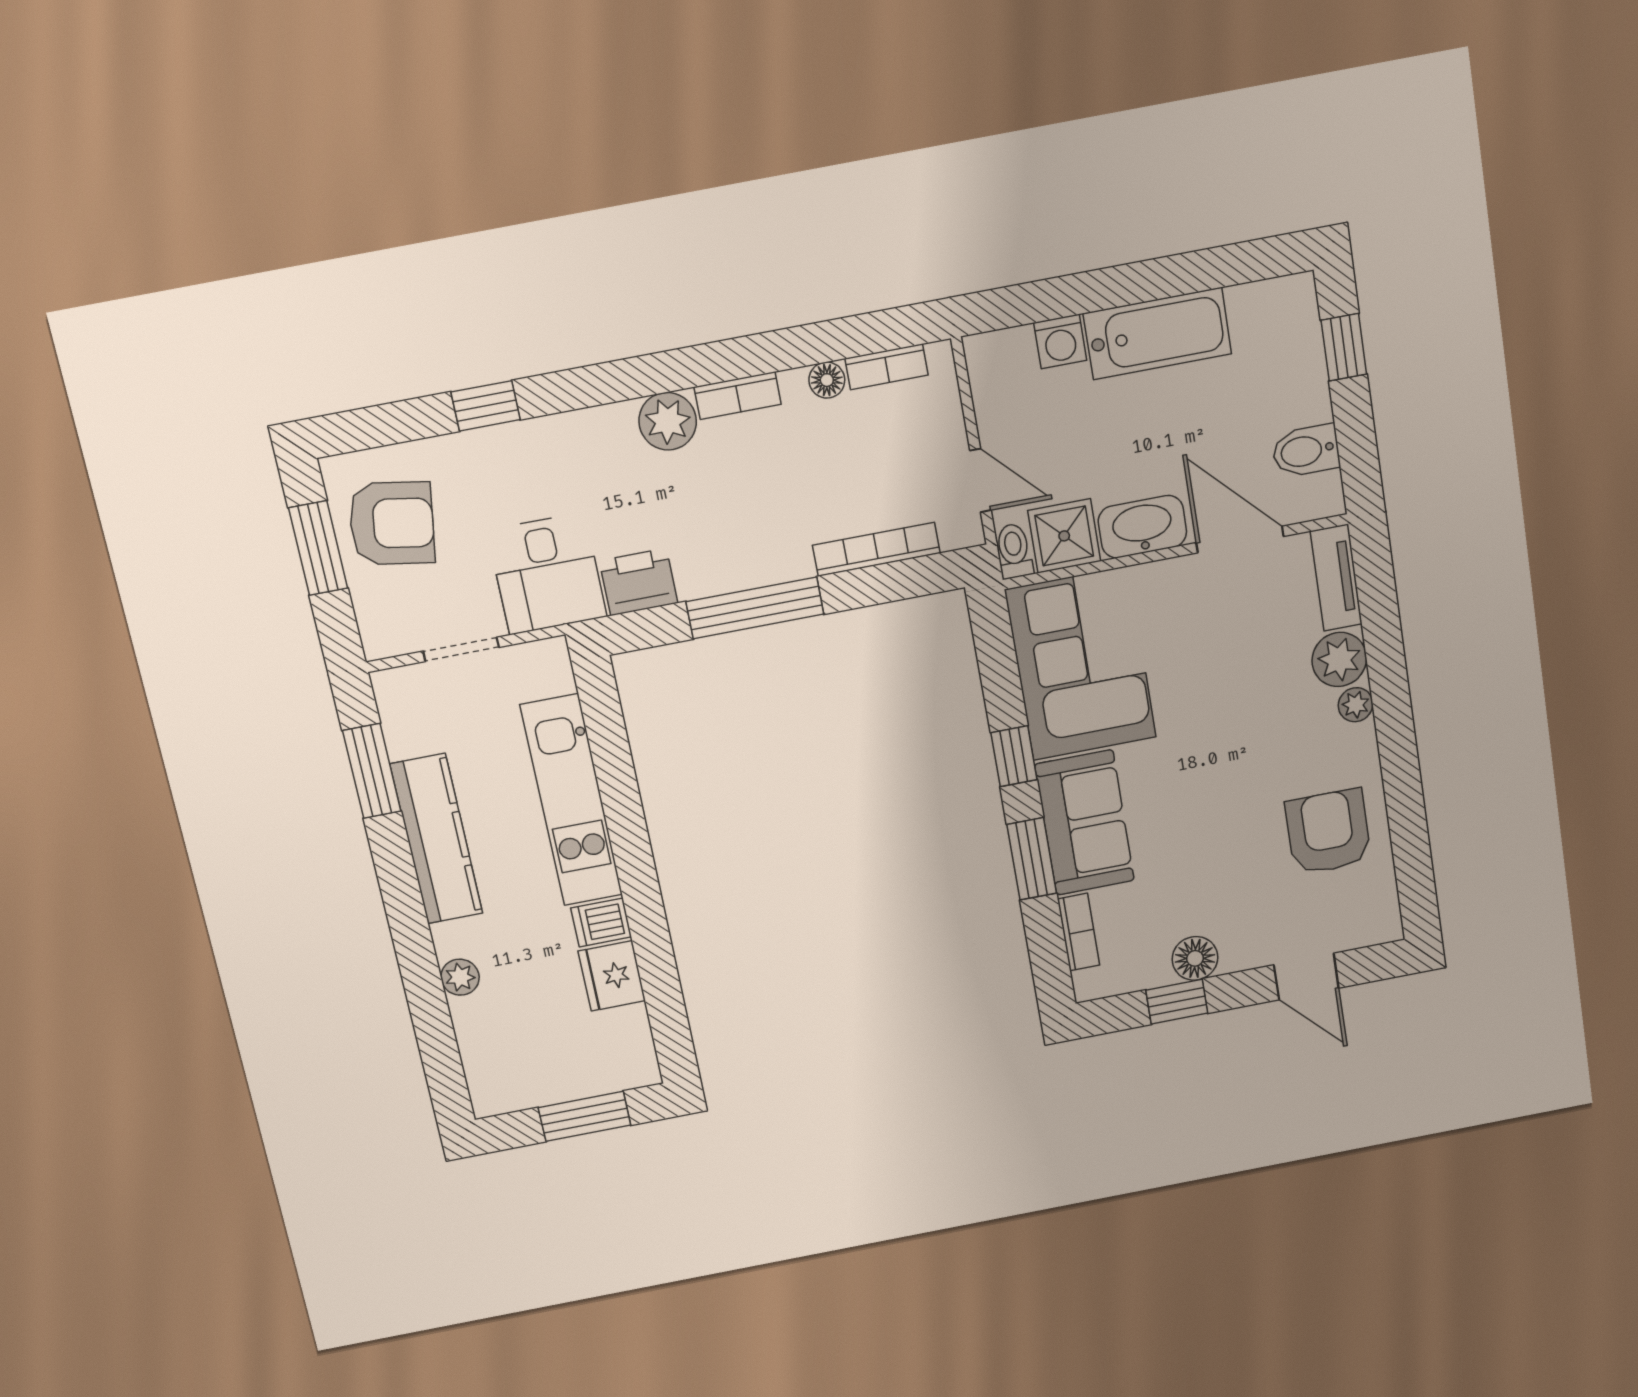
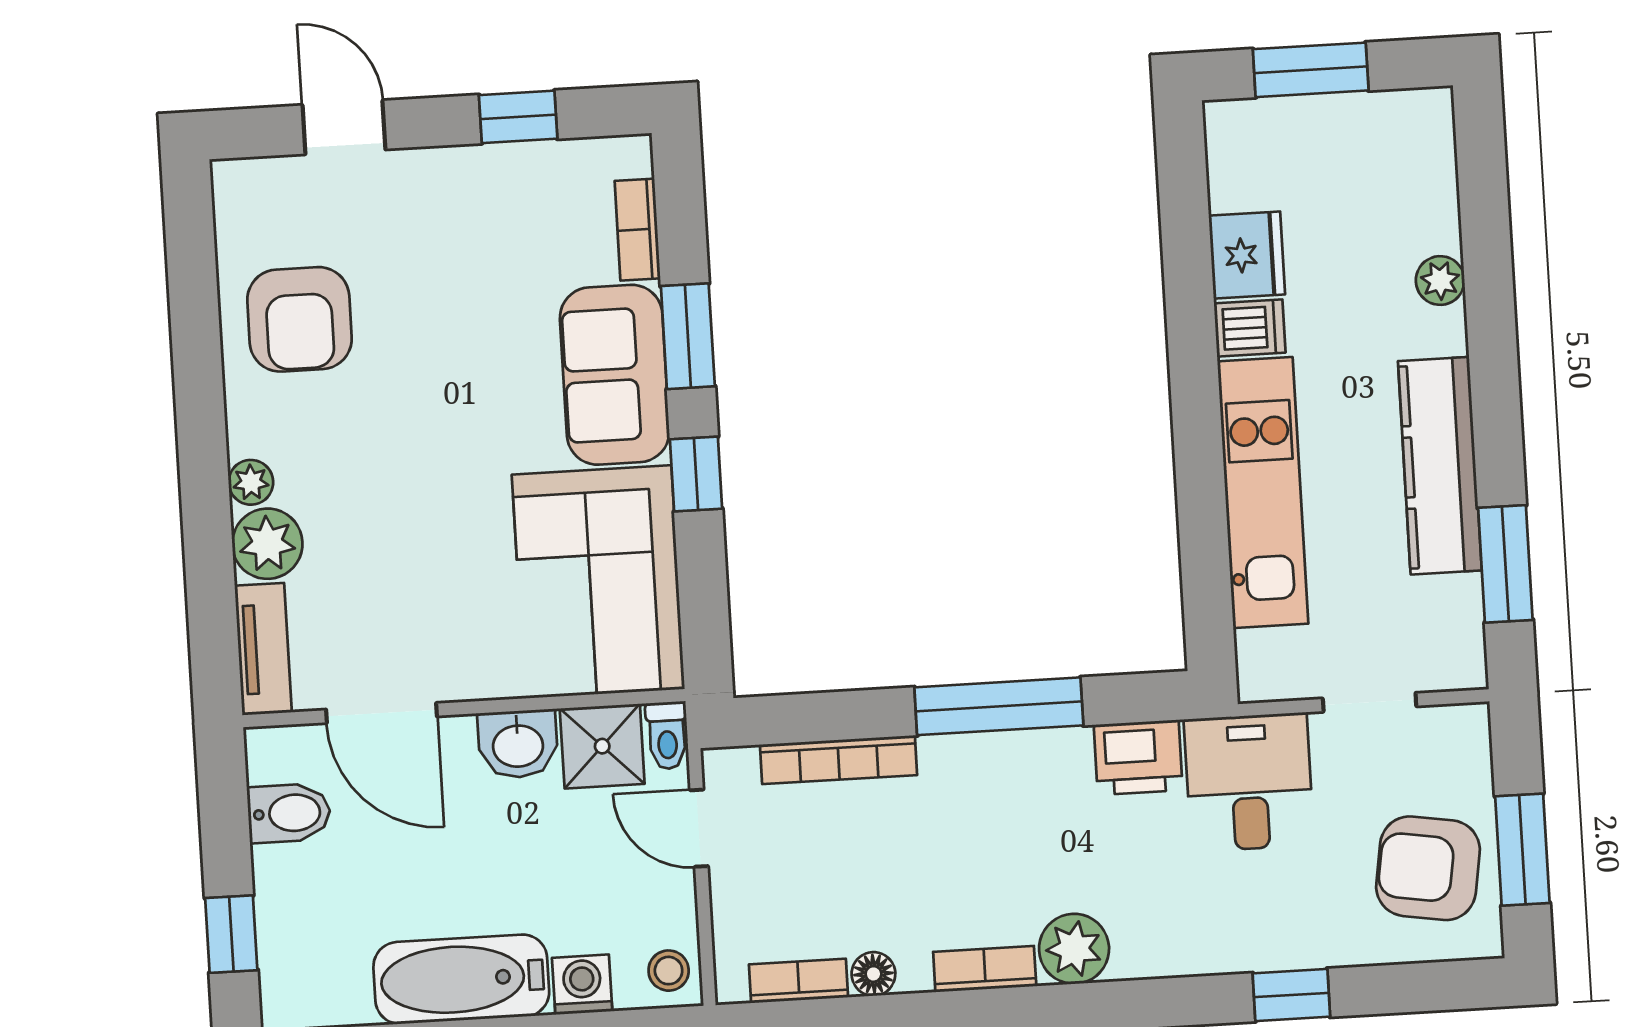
stool: (992, 362) -> (669, 971), added
washbasin: (1142, 527) -> (518, 744), width x0.72
floor lamp: (1195, 958) -> (489, 173), removed

